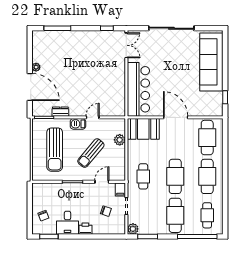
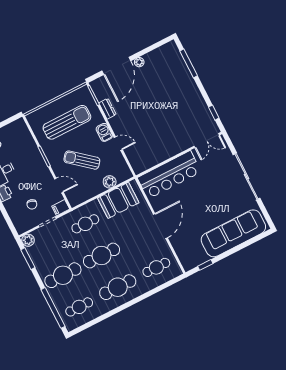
booth: (143, 129) -> (118, 200), moved, turned 90
cafe table: (207, 138) -> (156, 267), width x0.73, depth x0.74
sun lounger: (55, 150) -> (67, 122), turned 180

